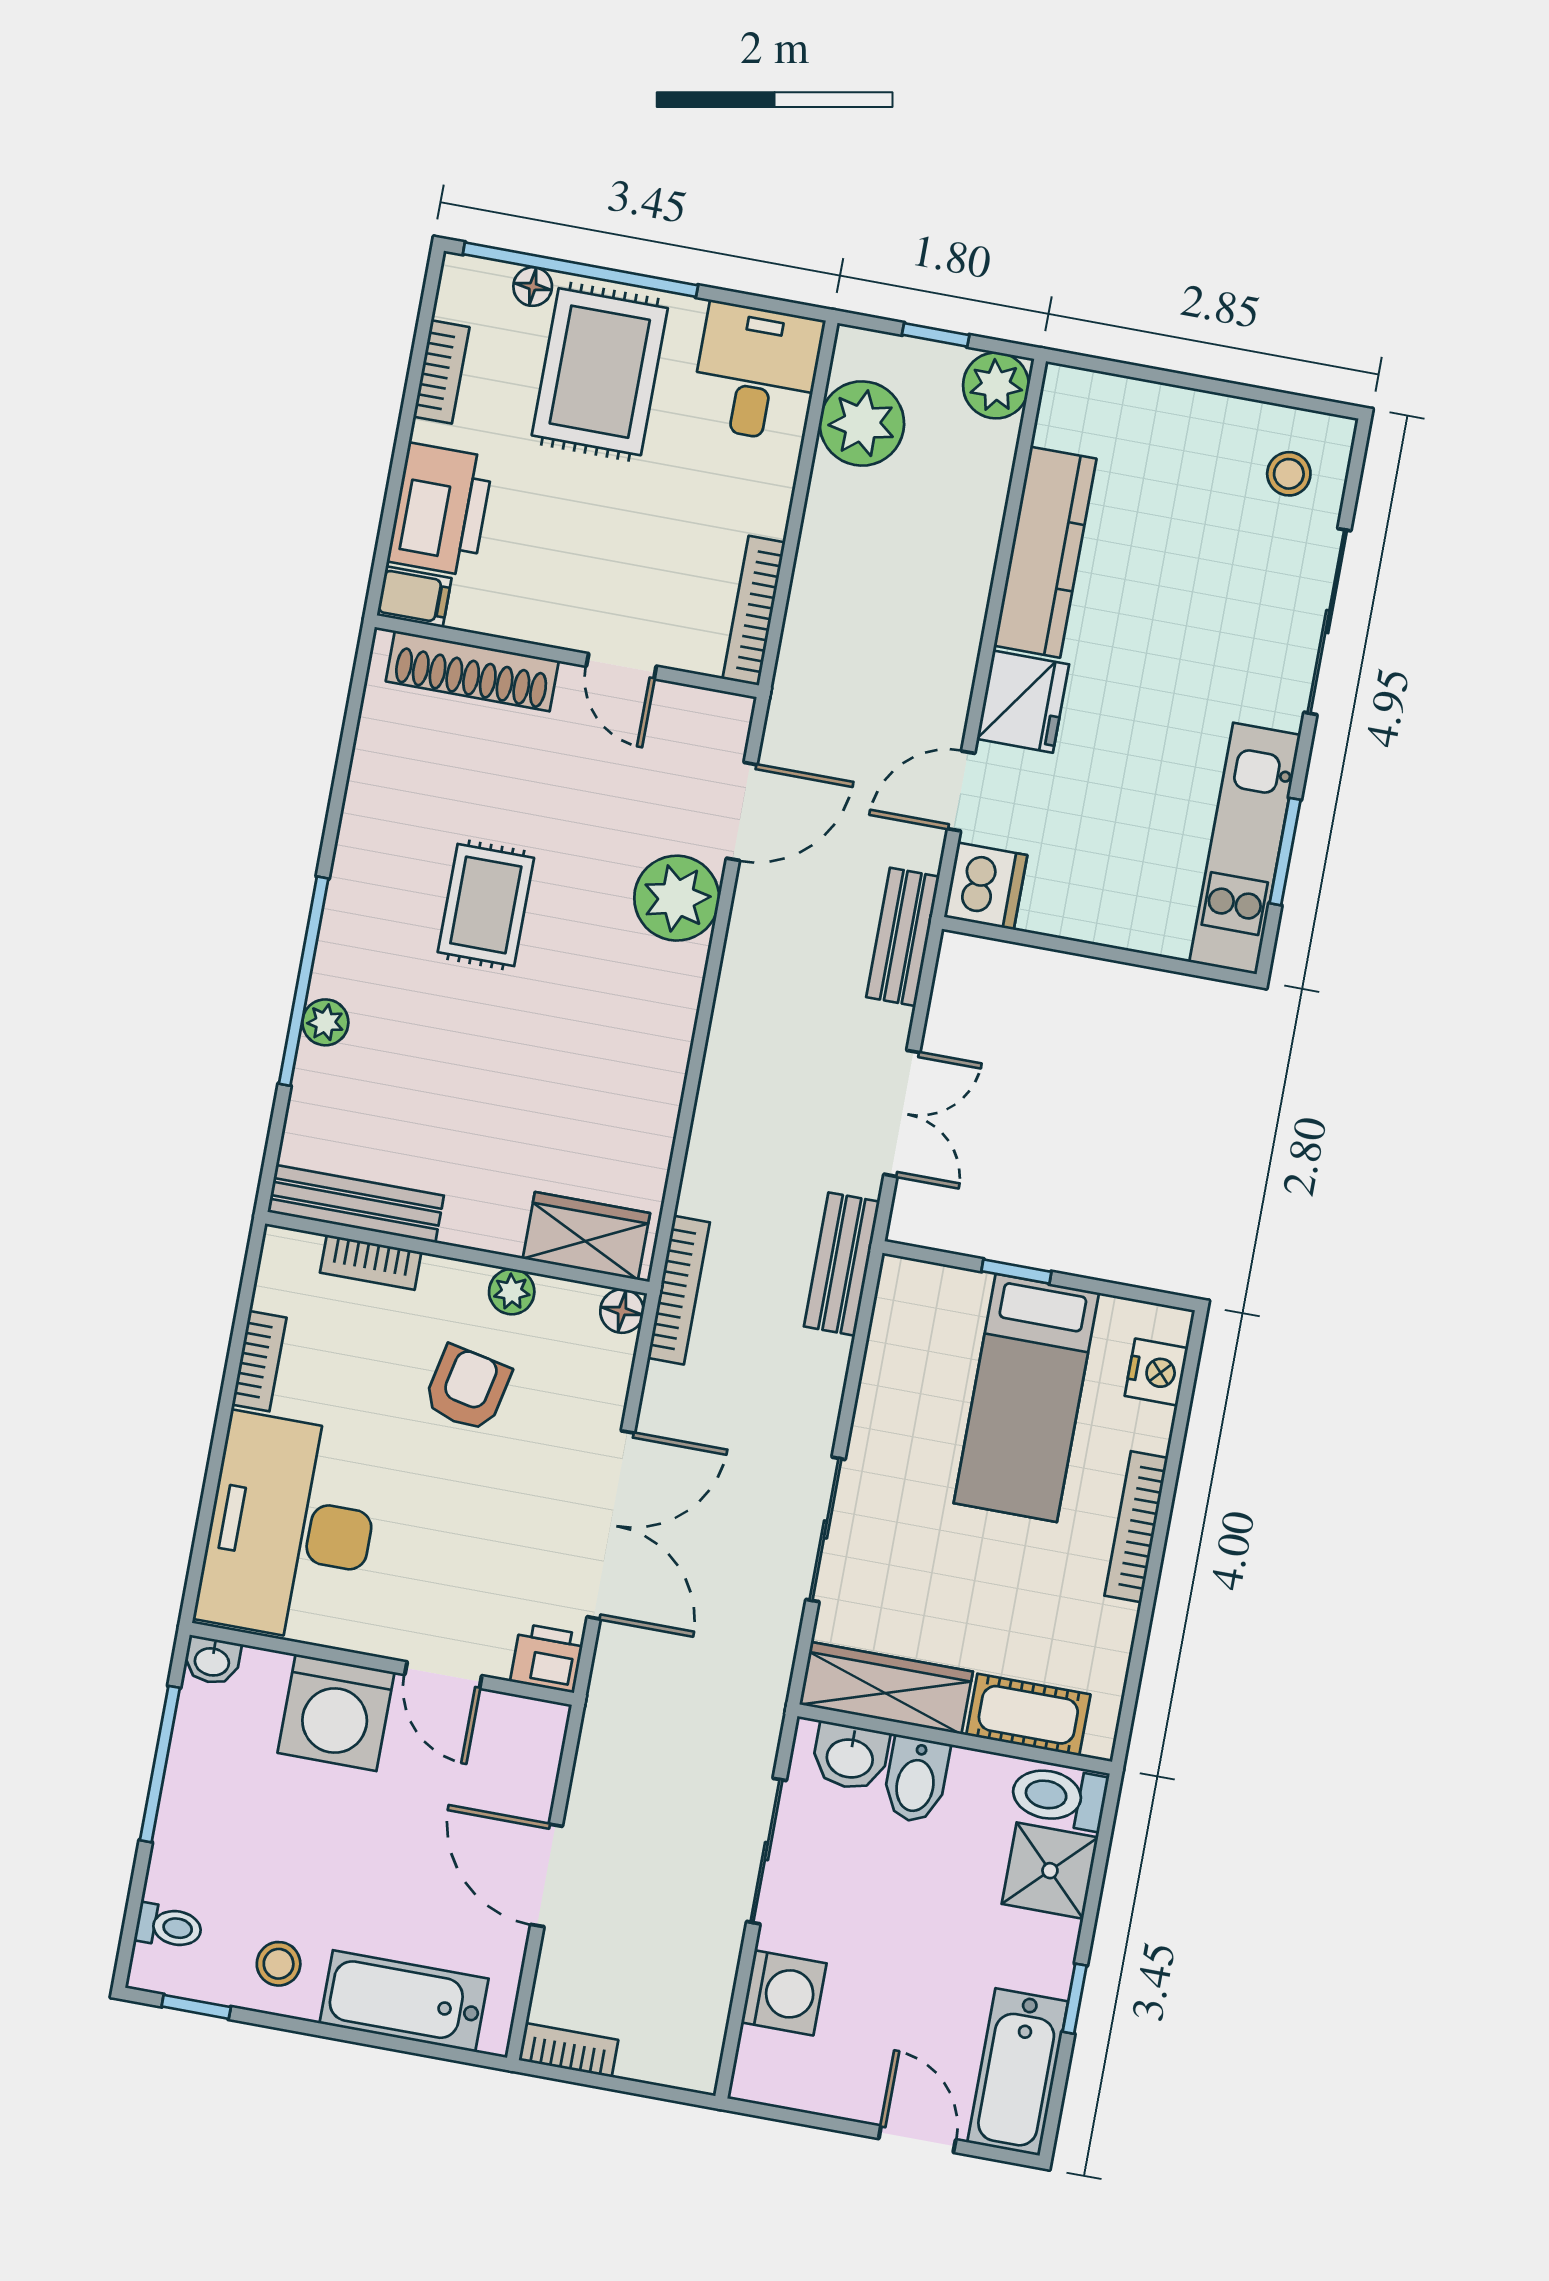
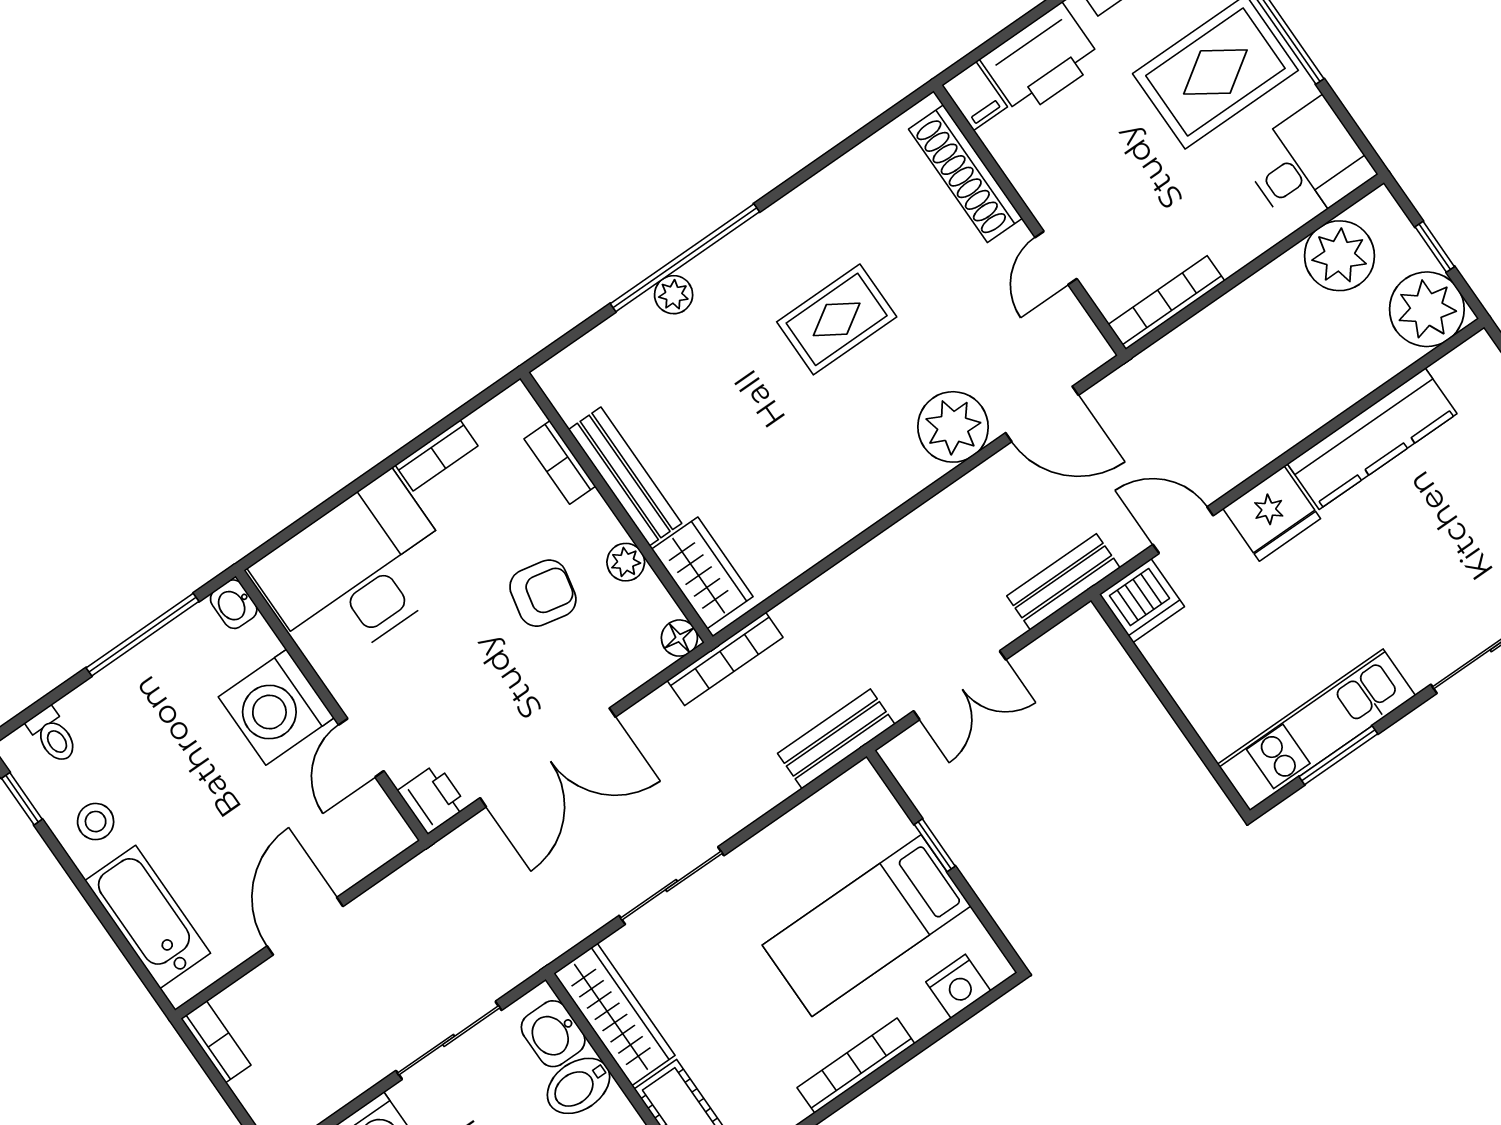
plant: (996, 385) -> (1427, 309), width x1.36, depth x1.36
bench: (356, 1204) -> (625, 476), moved

